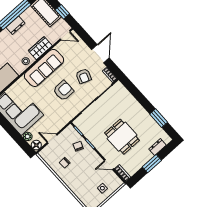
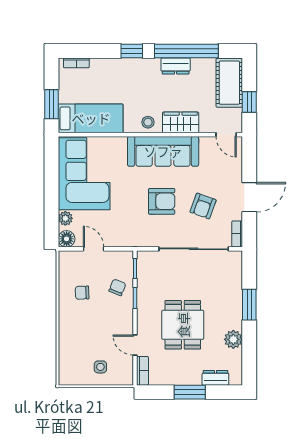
window: (159, 118) -> (249, 305), moved
plant: (150, 123) -> (233, 339), added

